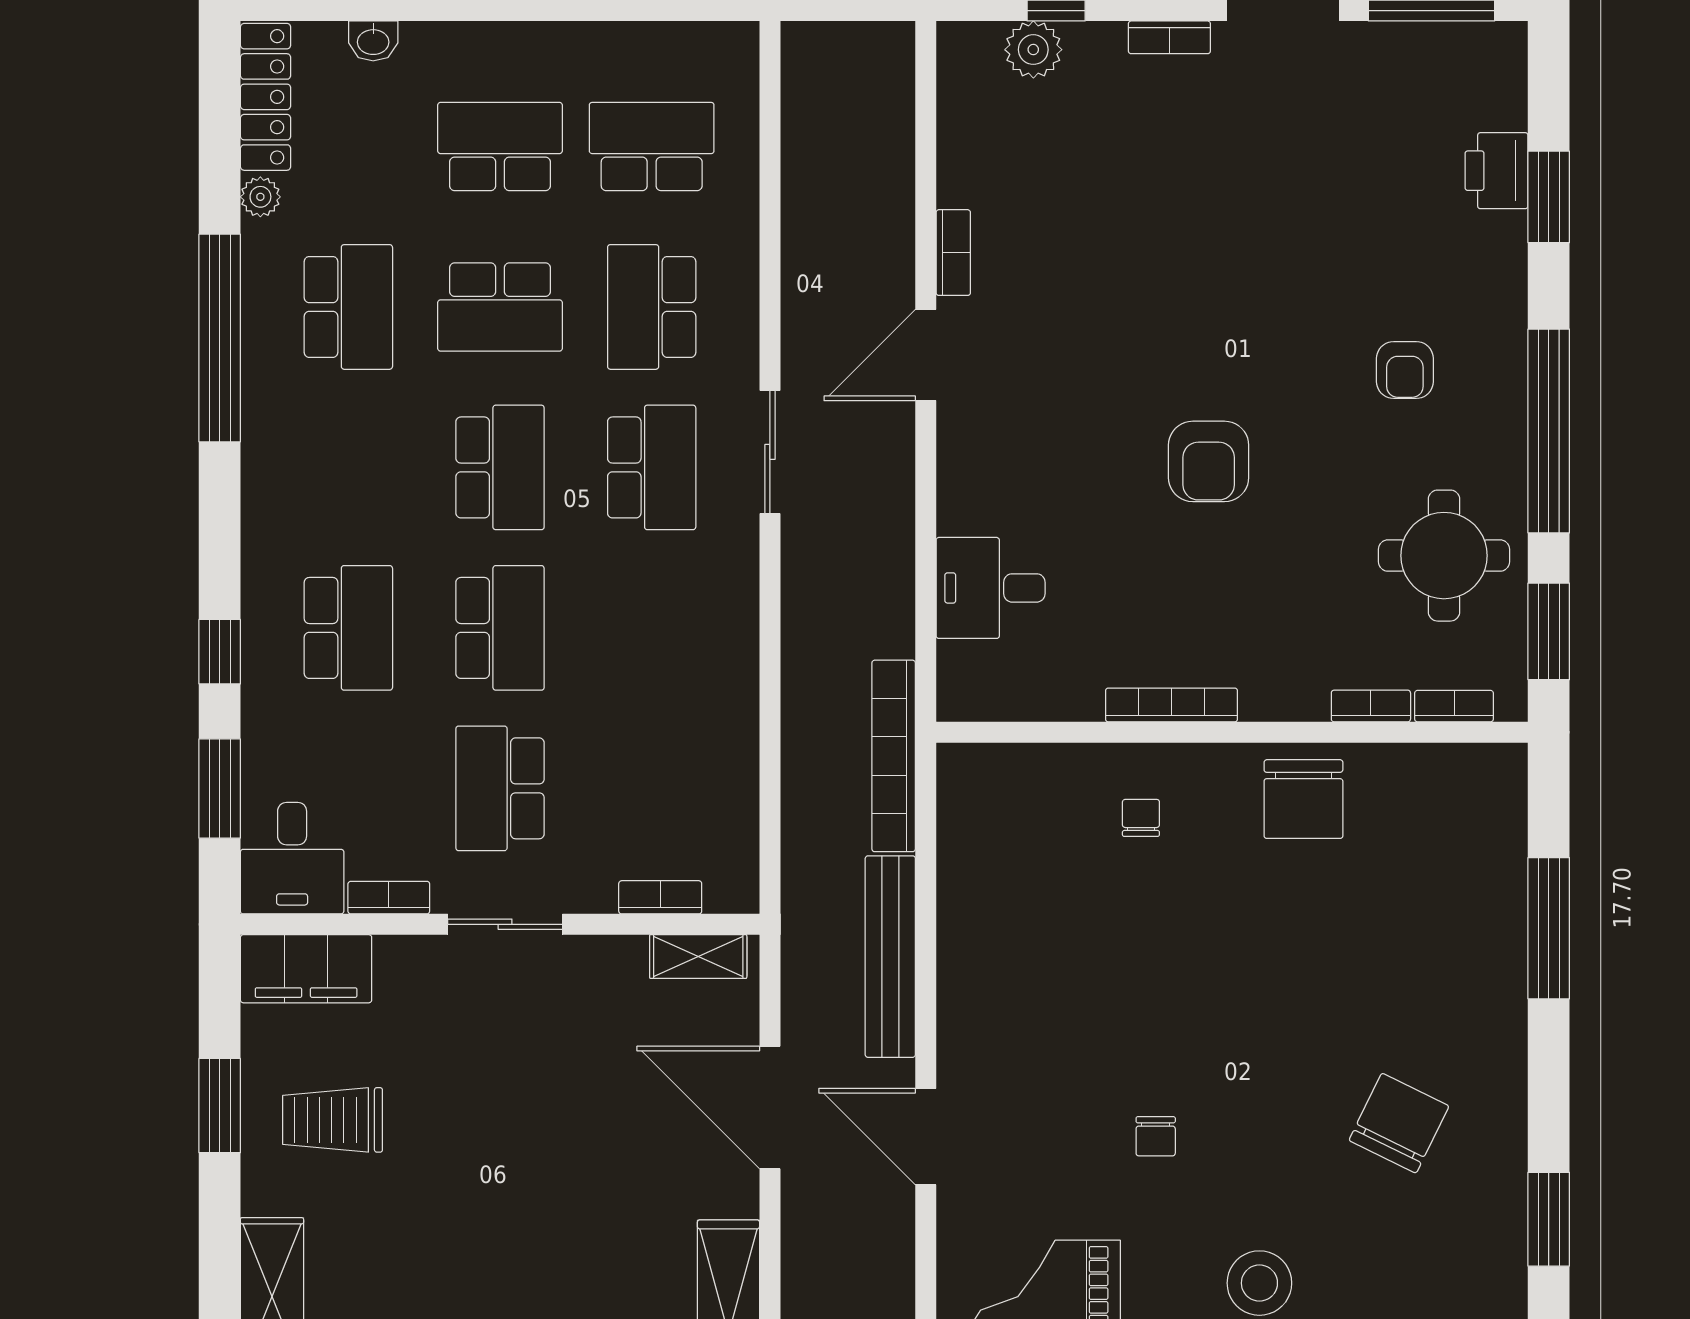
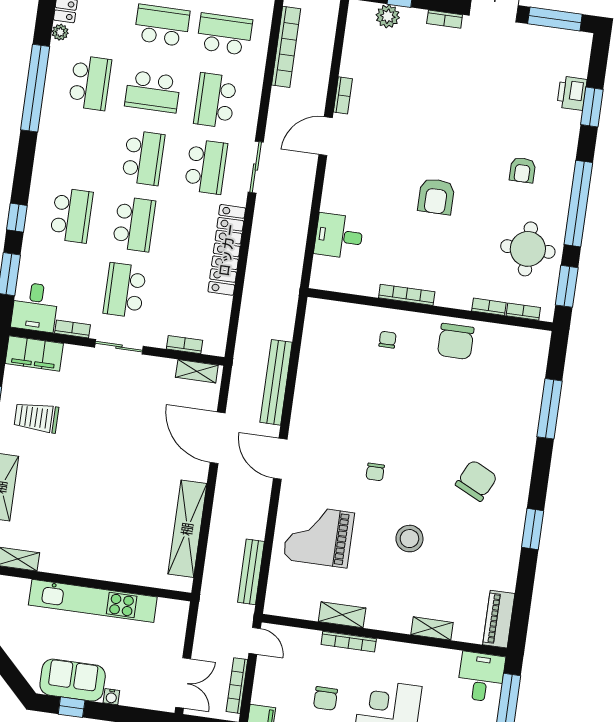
locker: (729, 658) -> (227, 250), added
bookcase: (894, 756) -> (286, 47), moved, turned 180

